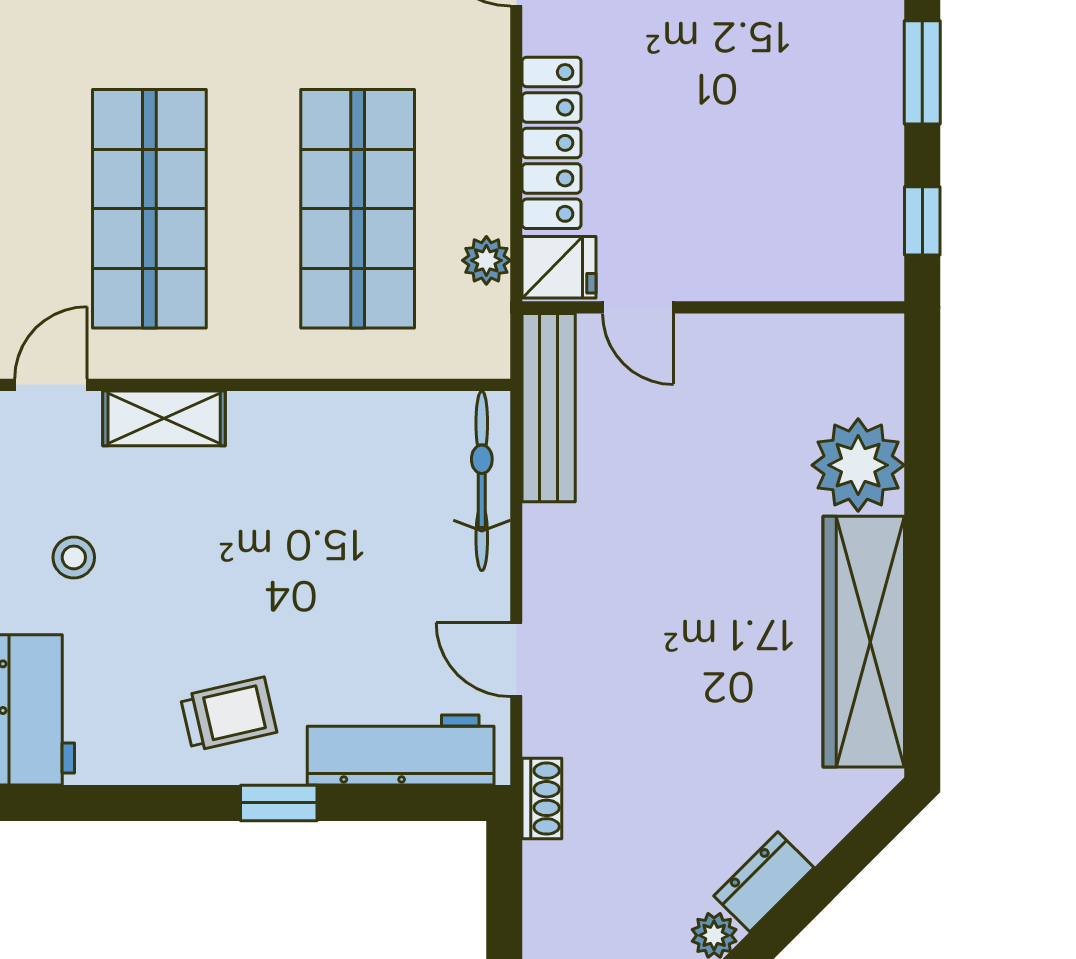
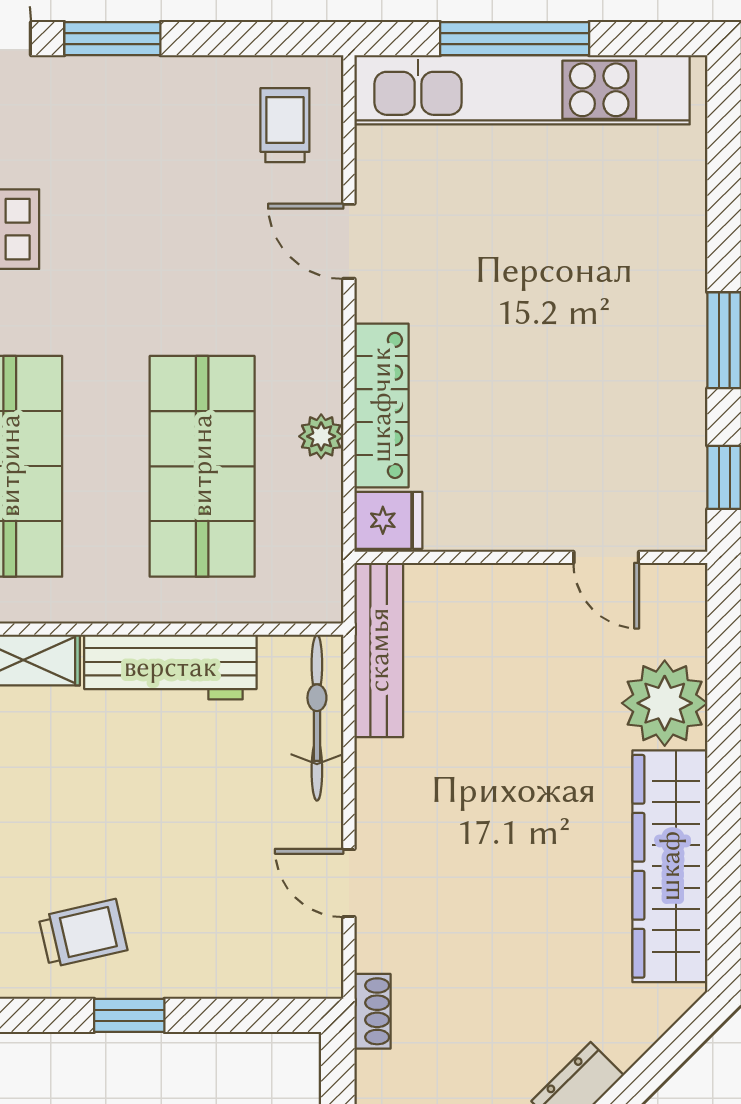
plant: (486, 260) -> (321, 436), moved
door: (638, 307) -> (606, 557), moved
workbench: (401, 750) -> (170, 667), moved, turned 180

